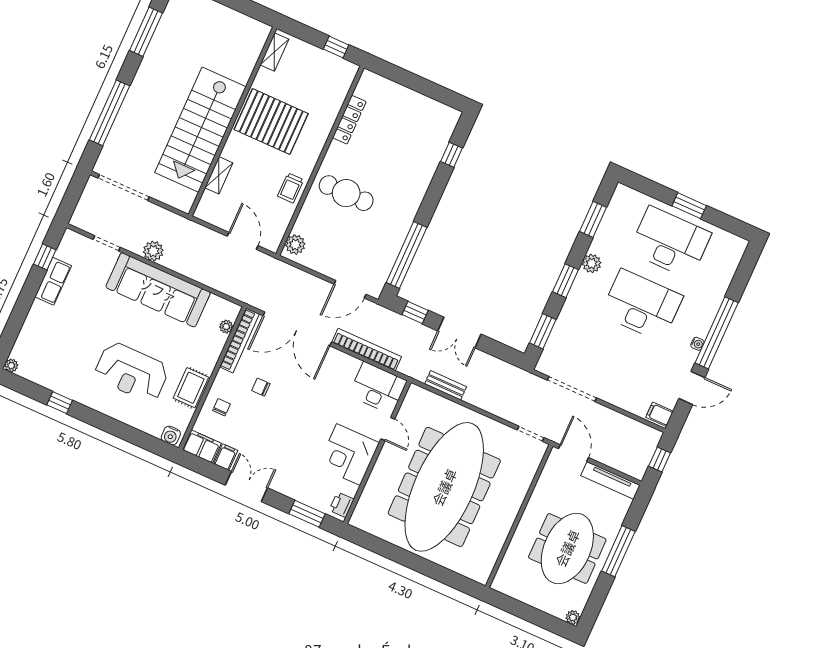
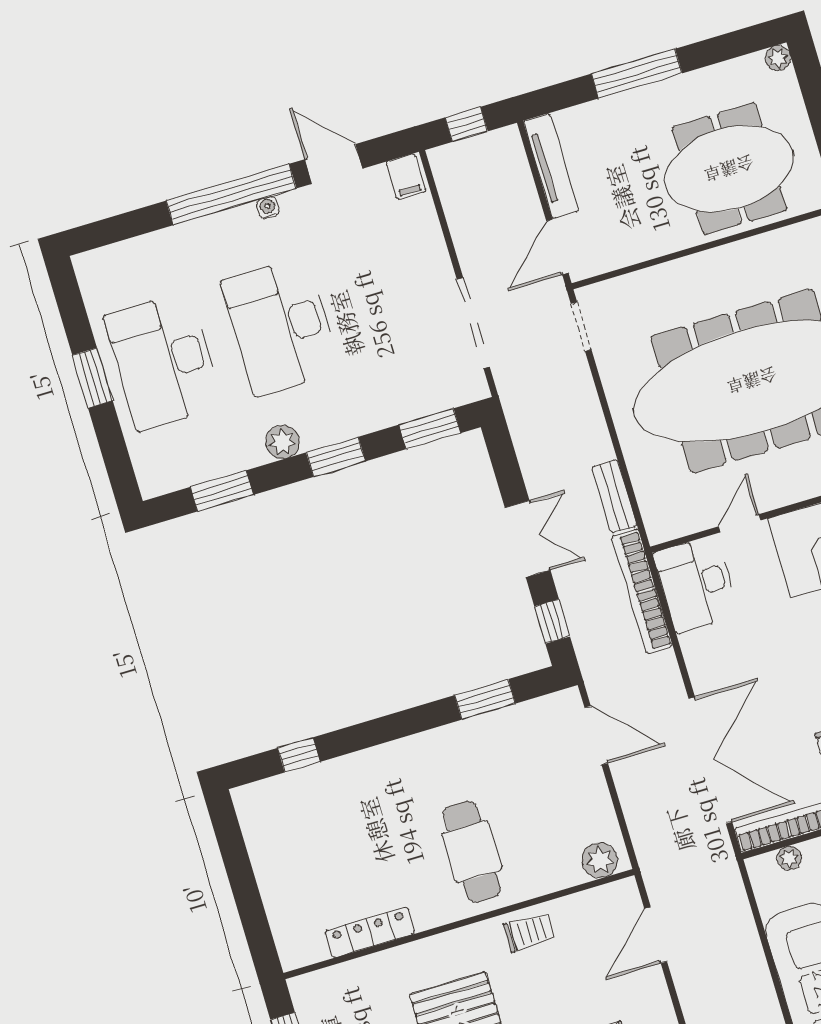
window: (407, 255) -> (485, 699), width x0.47
bookcase: (367, 350) -> (642, 591), moved
meeting table: (567, 548) -> (729, 169), moved

